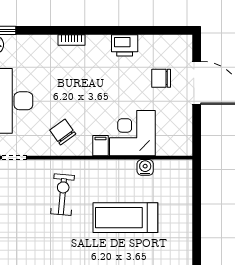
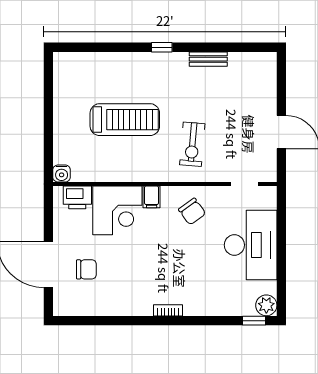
bookcase: (71, 40) -> (168, 310), moved
printer: (125, 45) -> (77, 197), moved, turned 180
water cooler: (145, 167) -> (62, 173), moved

